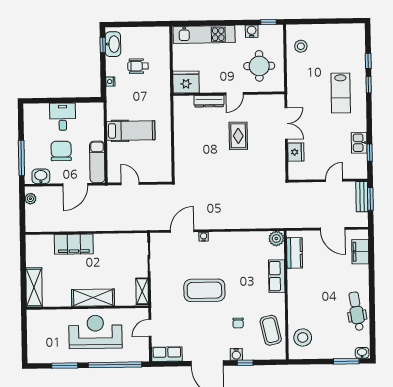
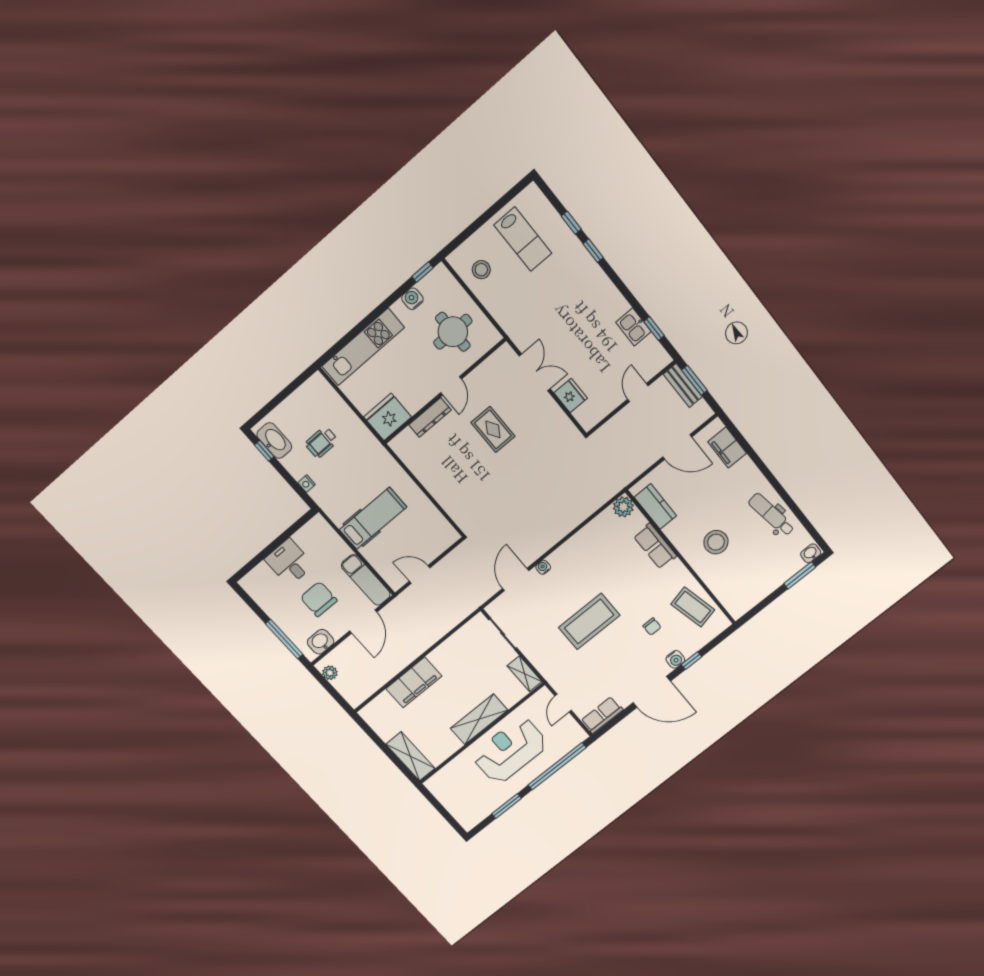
lab bench: (341, 93) -> (523, 239), moved
stool: (303, 337) -> (716, 542), moved

